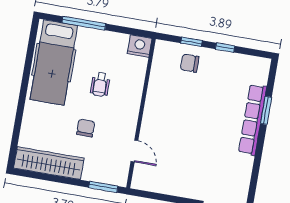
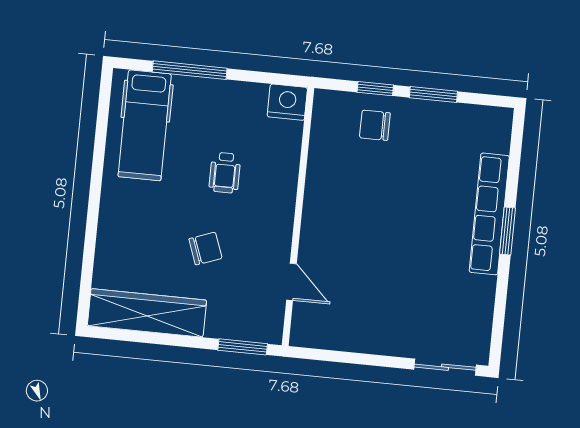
window: (225, 48) -> (433, 94), width x1.50
hospital bed: (54, 63) -> (145, 125), width x0.73, depth x0.78
window: (266, 110) -> (507, 231), moved
chair: (86, 128) -> (205, 249), turned 70

